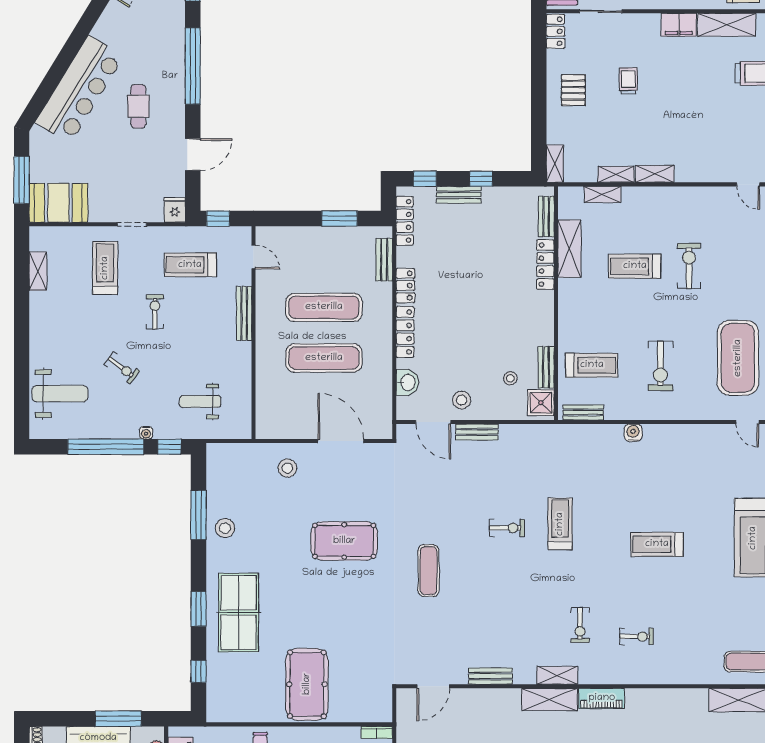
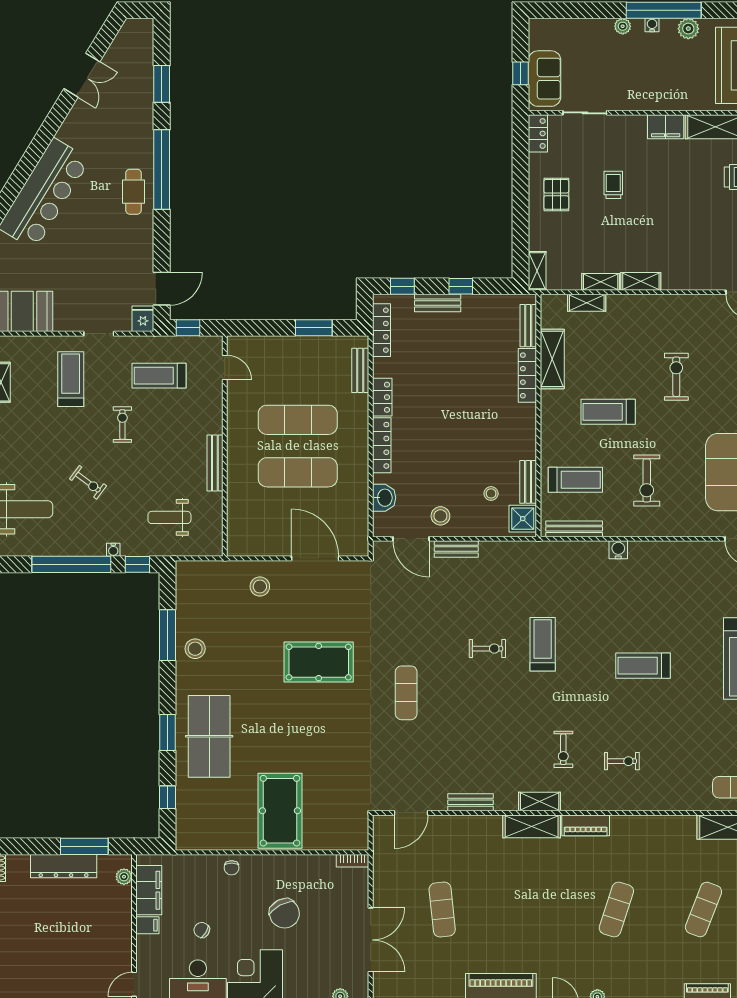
cafe table: (138, 106) -> (134, 192), moved
door: (193, 155) -> (162, 289), moved
treadmill: (635, 266) -> (608, 412), moved
bench: (244, 313) -> (215, 463), moved
bench: (583, 413) -> (574, 529), width x1.36

